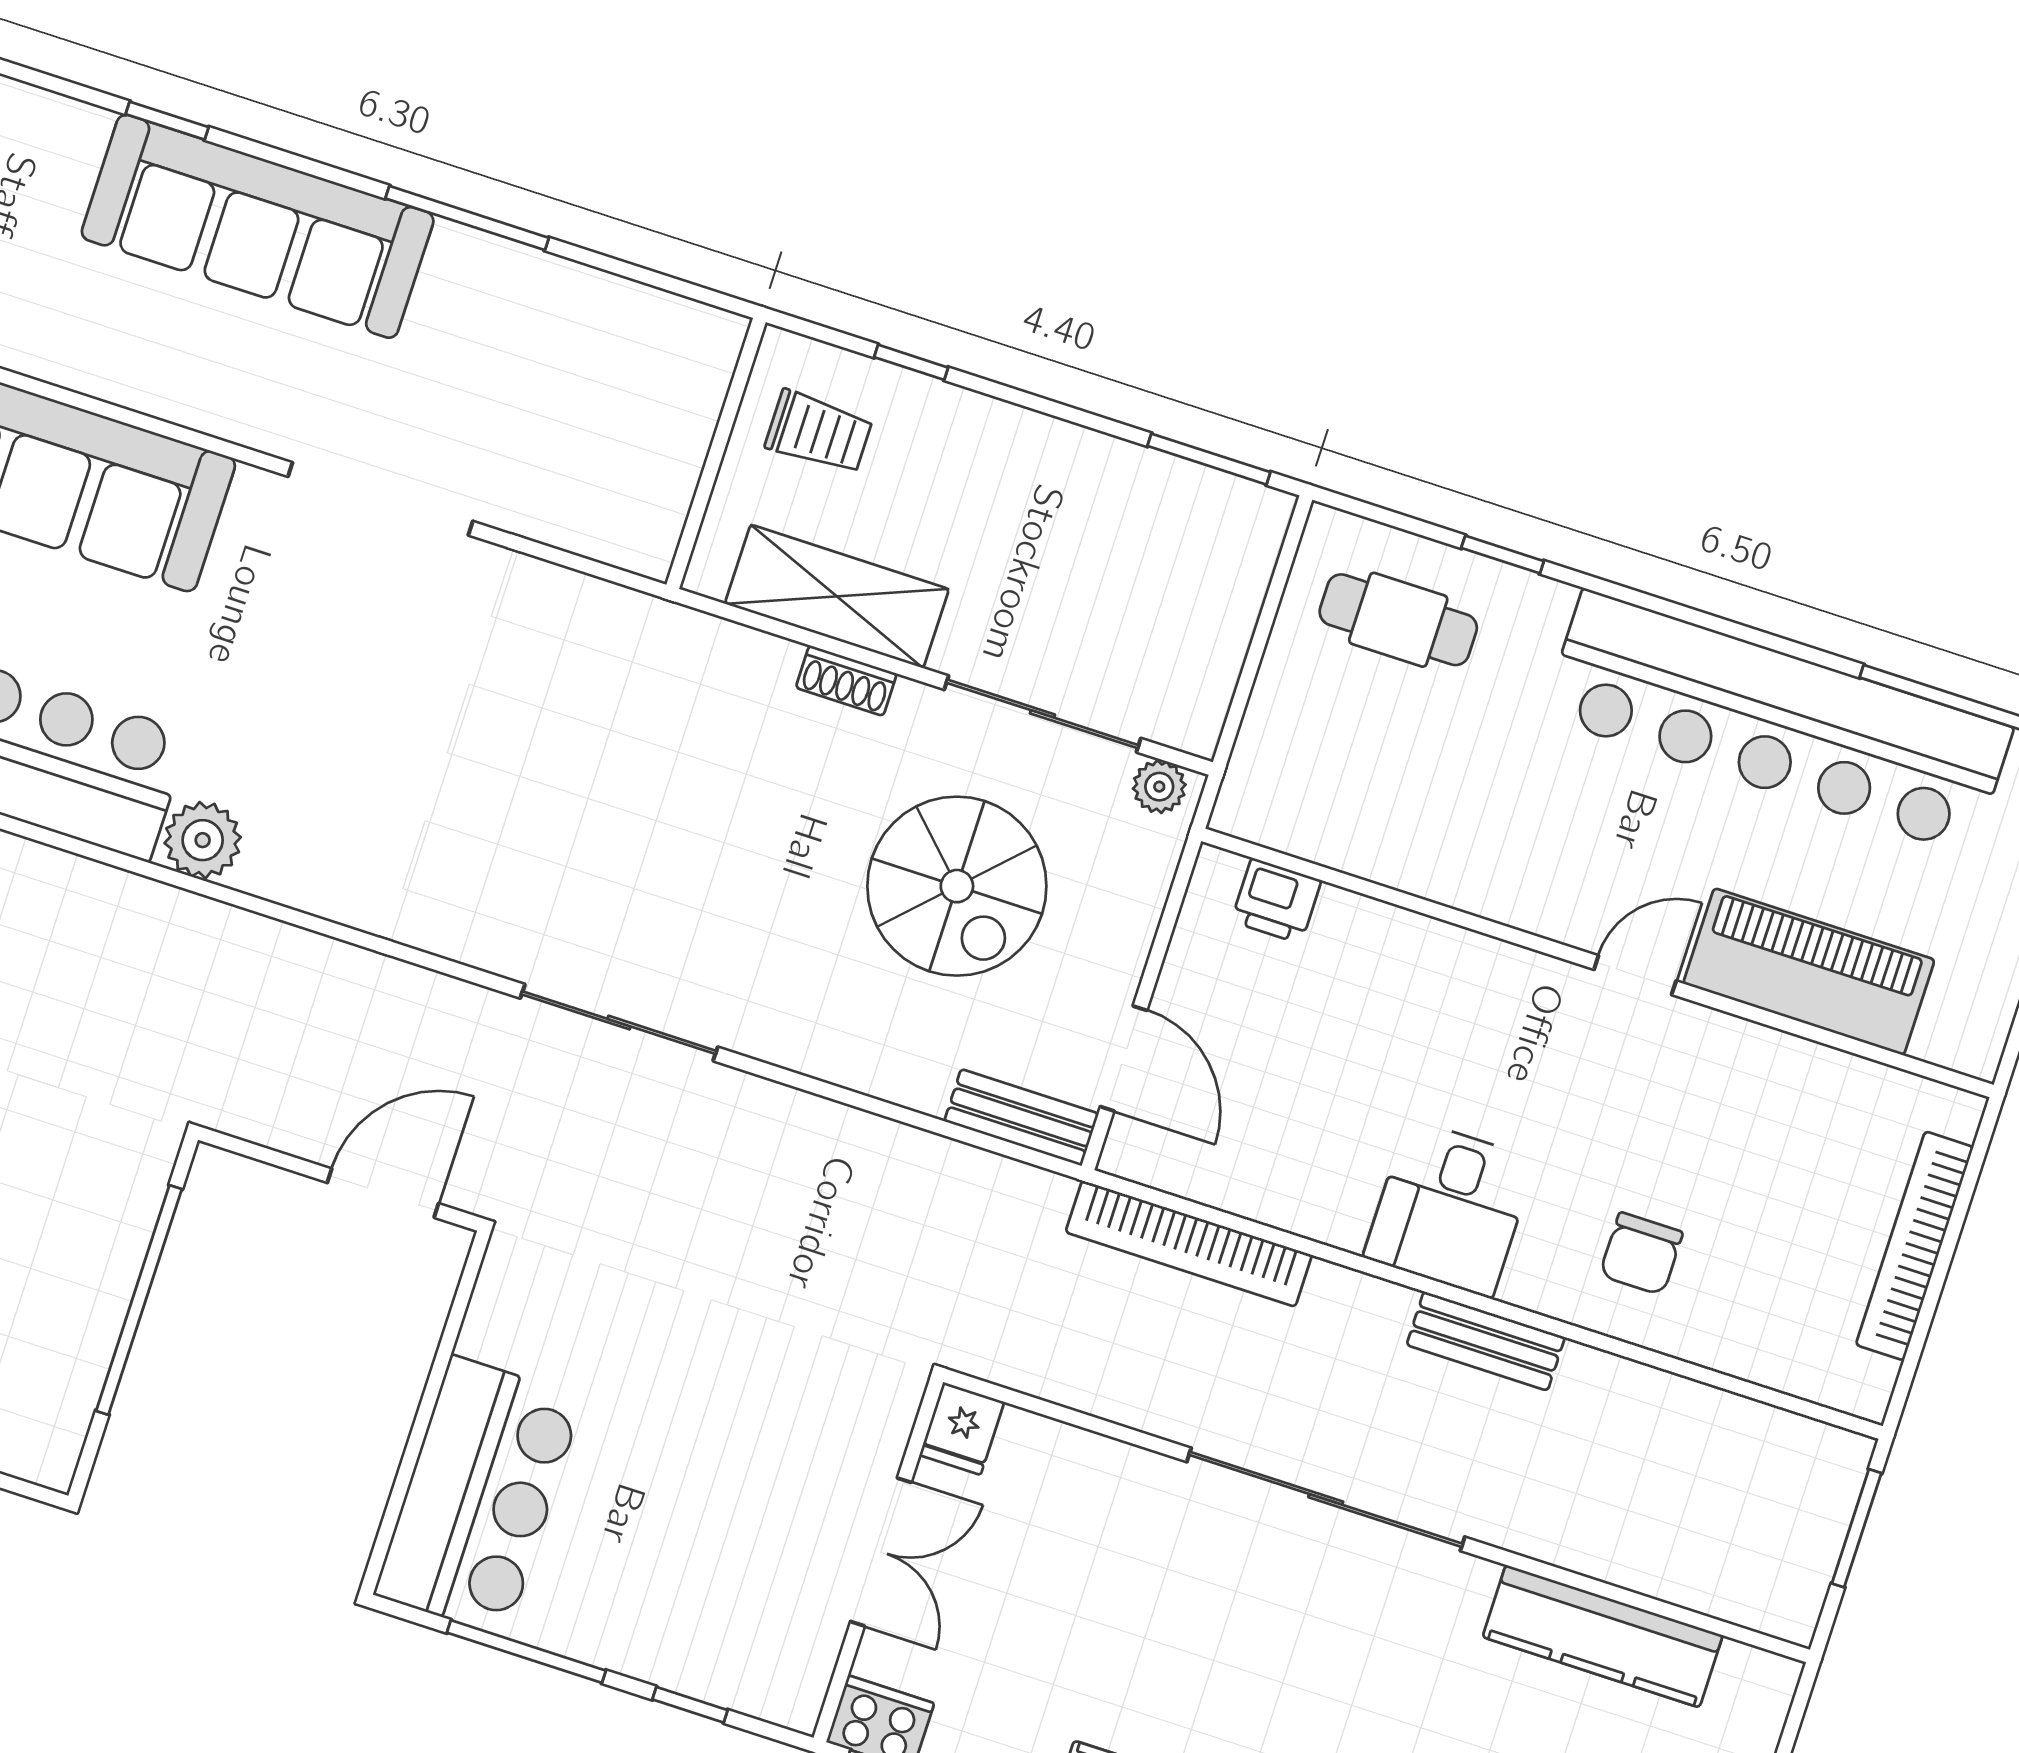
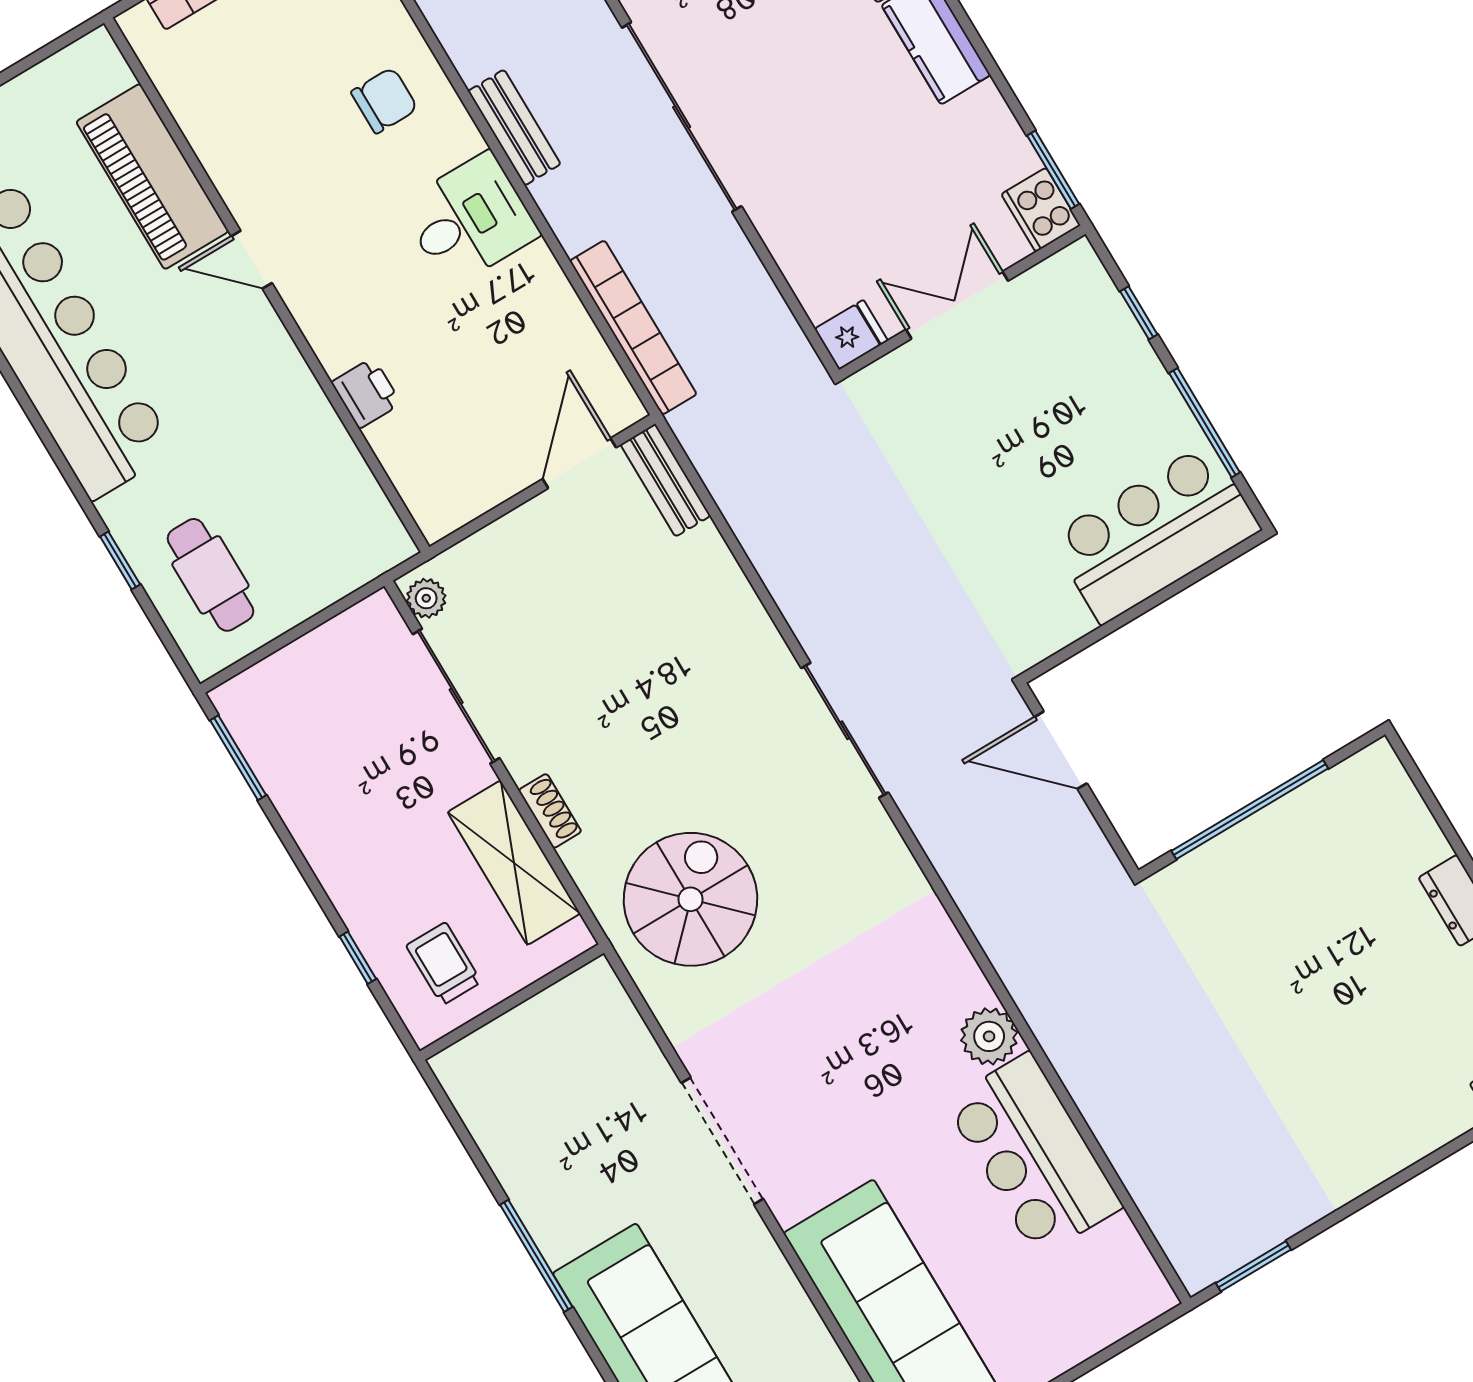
spiral stairs: (957, 886) -> (691, 899), moved
printer: (1276, 901) -> (366, 393), moved

